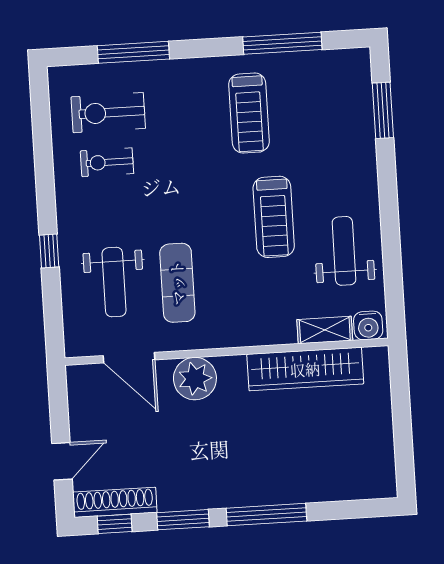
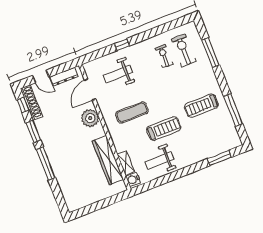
treadmill: (274, 217) -> (164, 129), turned 180
weight bench: (344, 251) -> (159, 160), turned 180
exercise mat: (177, 283) -> (132, 112), moved
dresser: (80, 408) -> (64, 77), added

